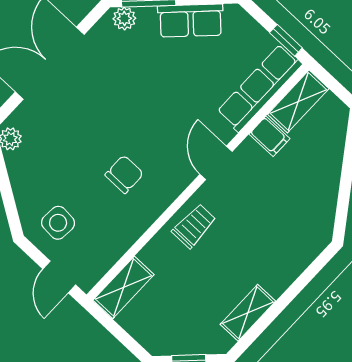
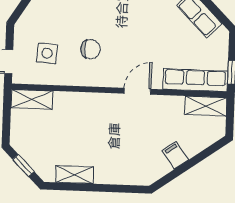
filing cabinet: (270, 136) -> (175, 155), moved, turned 144
side table: (58, 223) -> (47, 53), moved
trolley: (194, 226) -> (95, 108), removed

